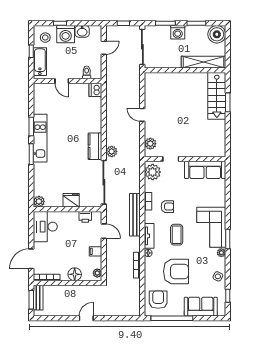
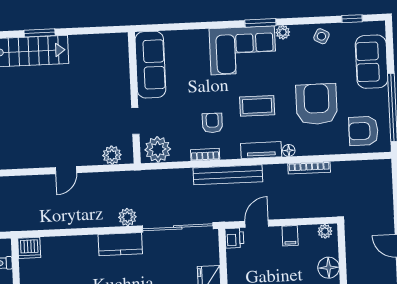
printer: (85, 217) -> (234, 238), moved

